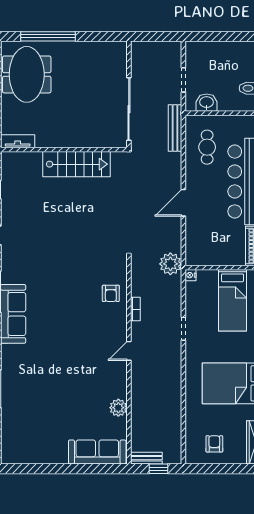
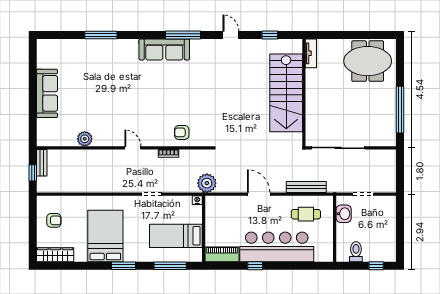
window: (48, 36) -> (400, 110), moved
bench: (175, 128) -> (306, 187), moved
stairs: (77, 164) -> (286, 93), width x1.36, depth x1.51
sofa: (97, 452) -> (47, 93), moved

